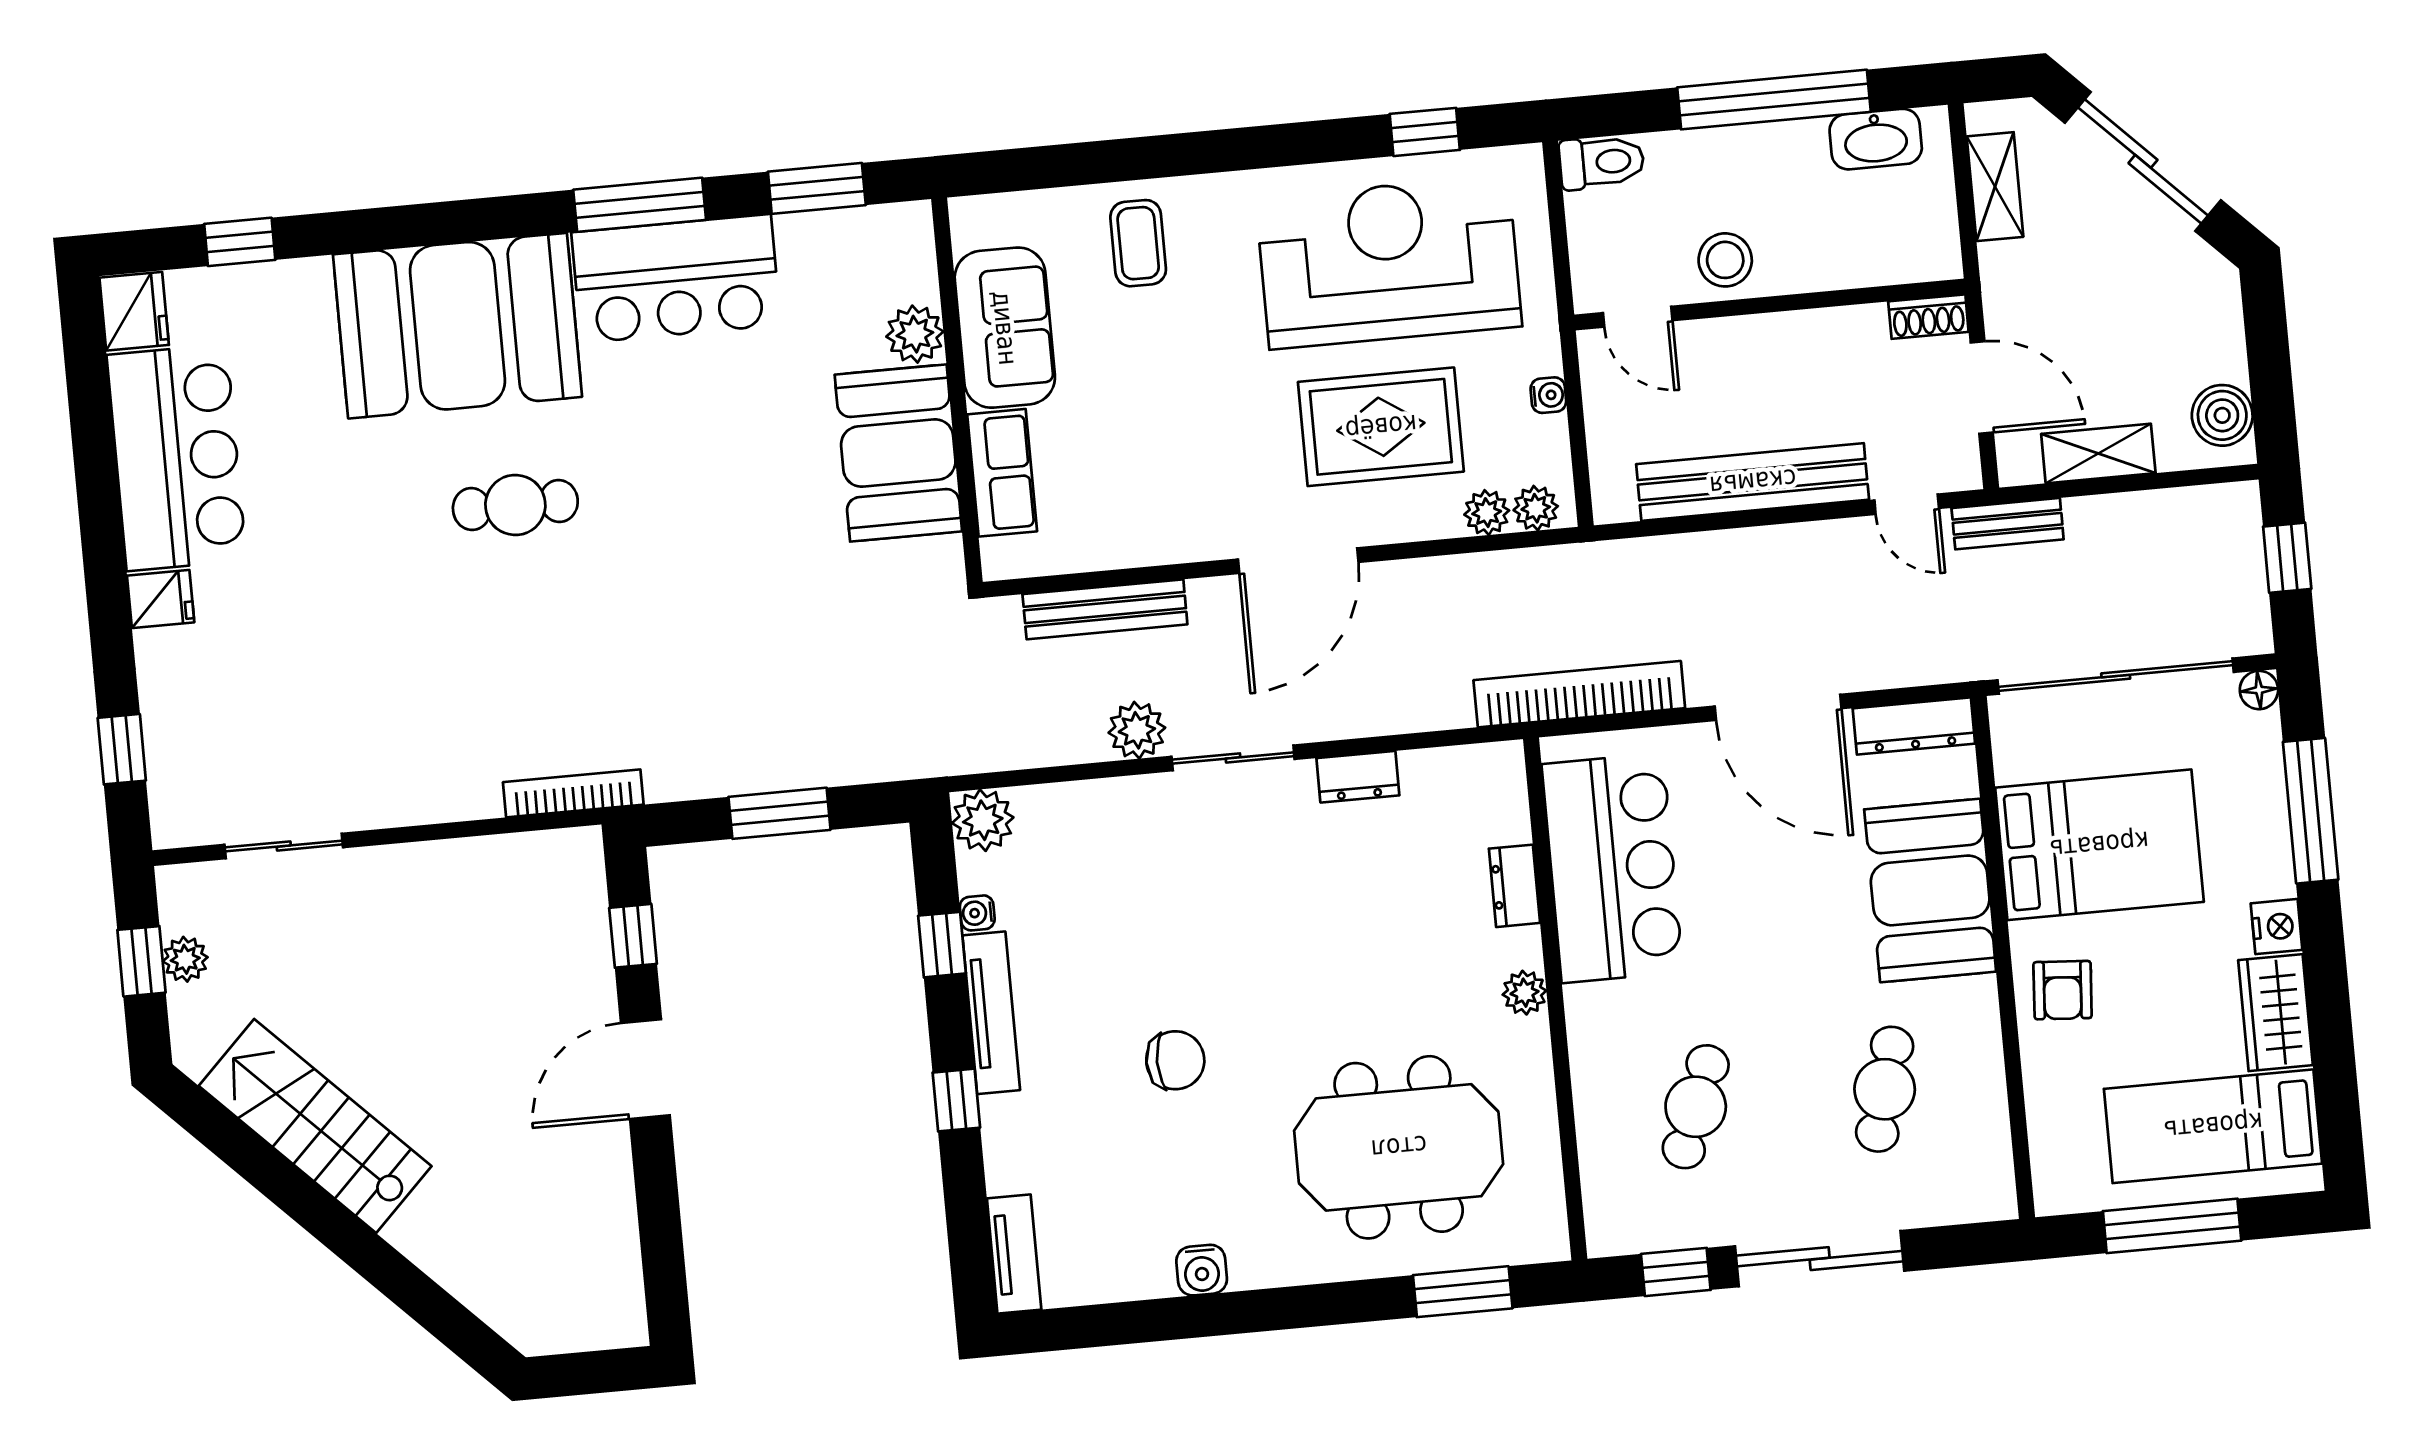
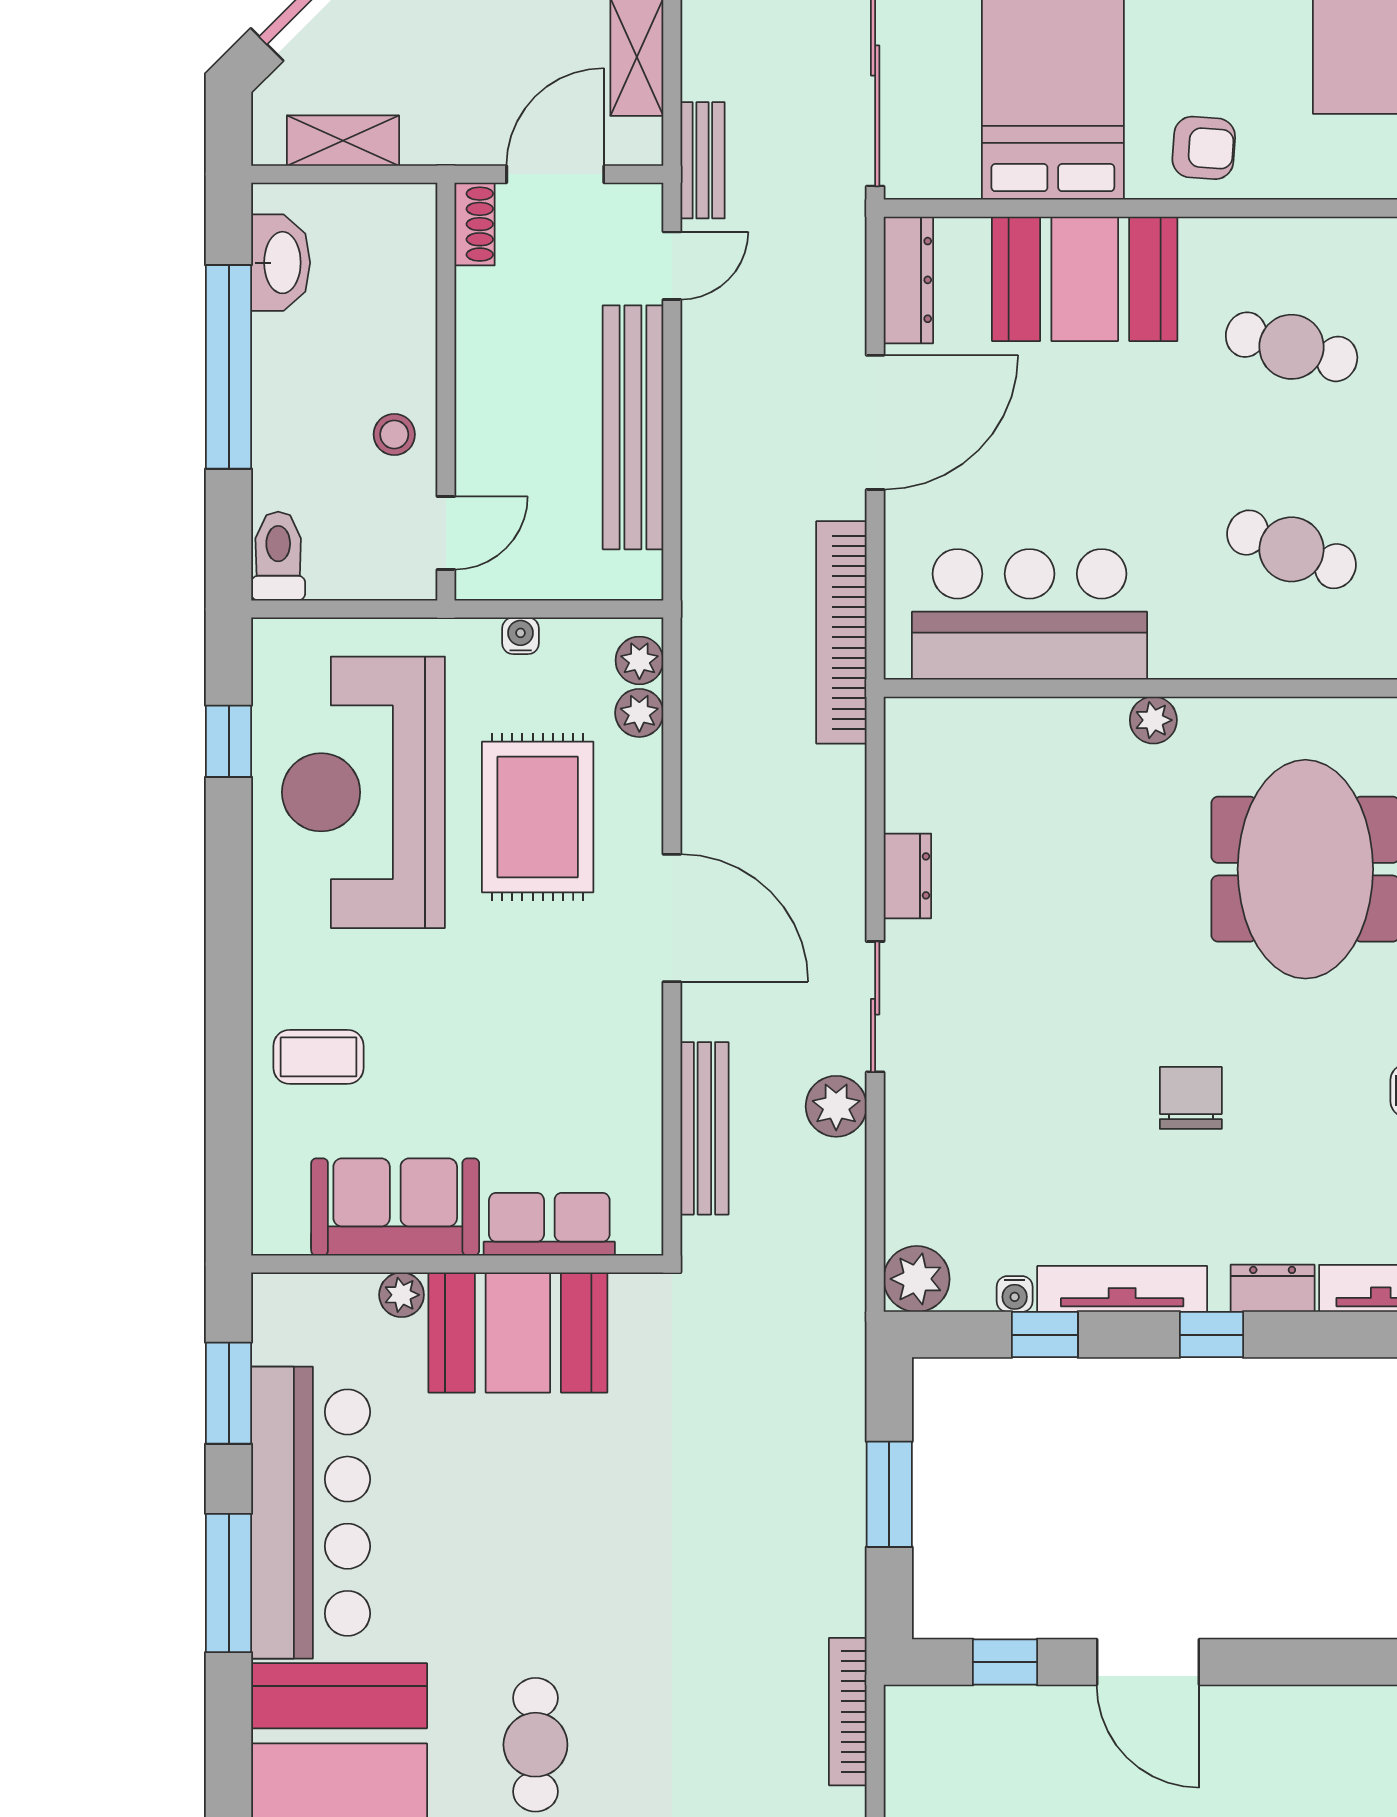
stool: (1725, 260) -> (394, 434), width x0.73, depth x0.73
bar counter: (676, 279) -> (311, 1513), width x1.36
plant: (915, 334) -> (402, 1295), width x0.73, depth x0.73
dresser: (1515, 886) -> (1273, 1288), moved, turned 180

